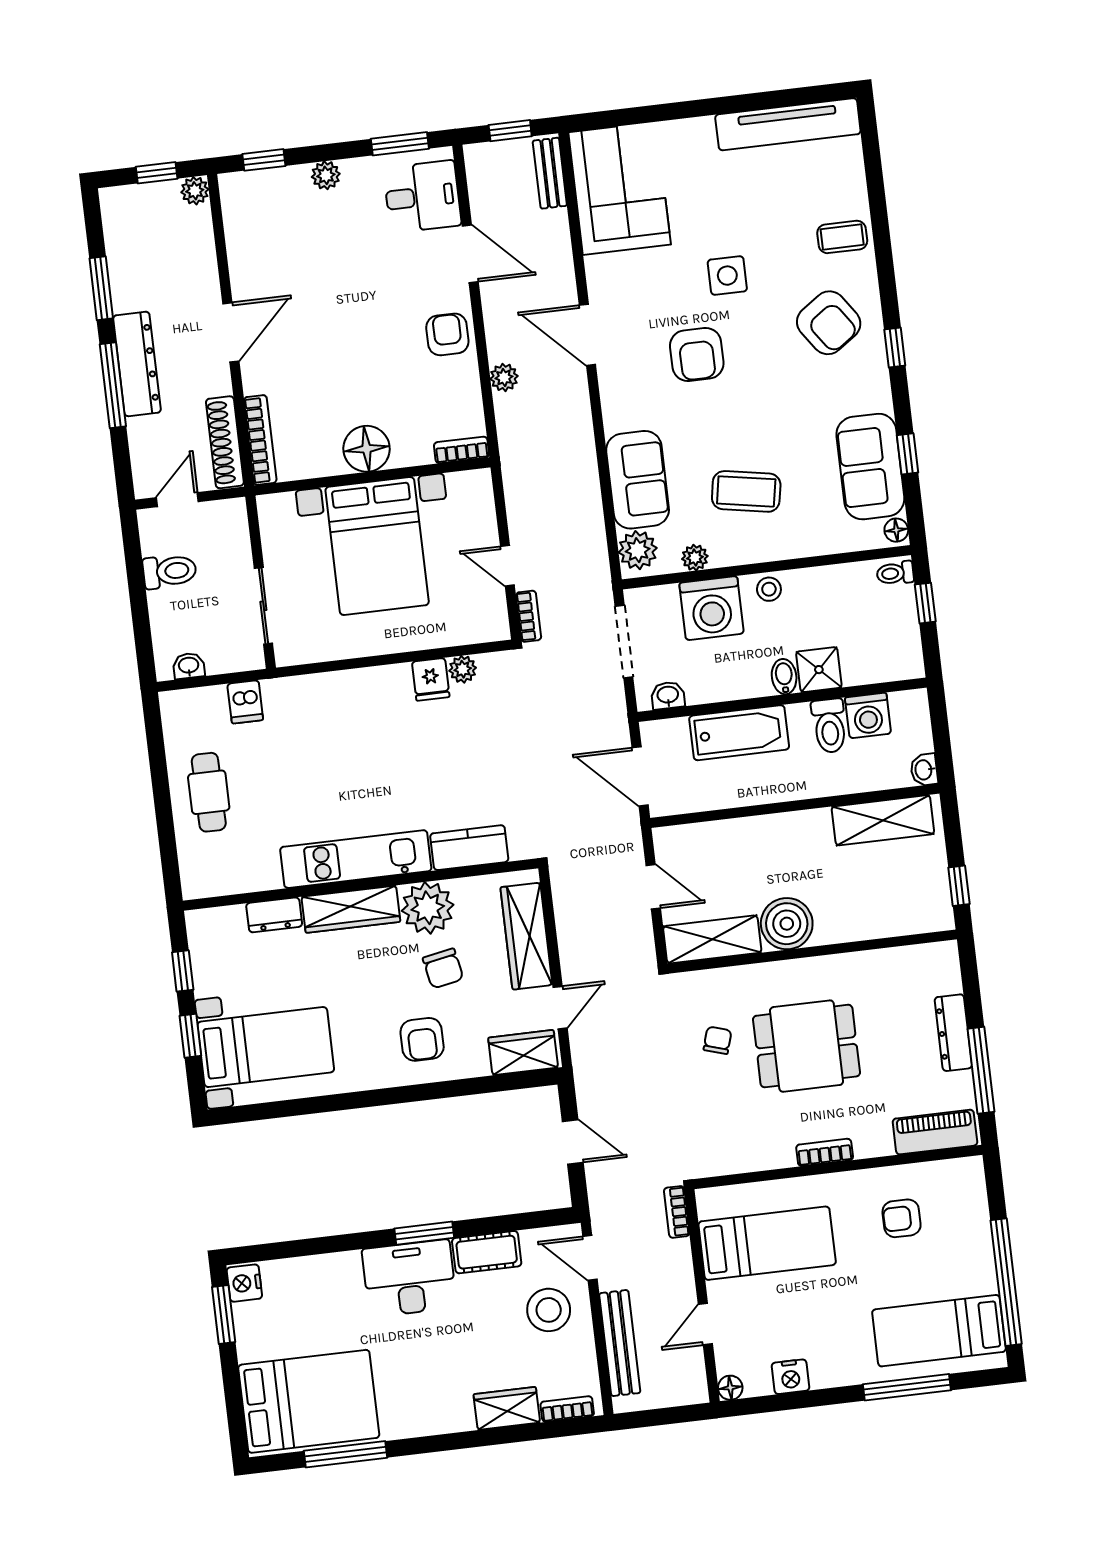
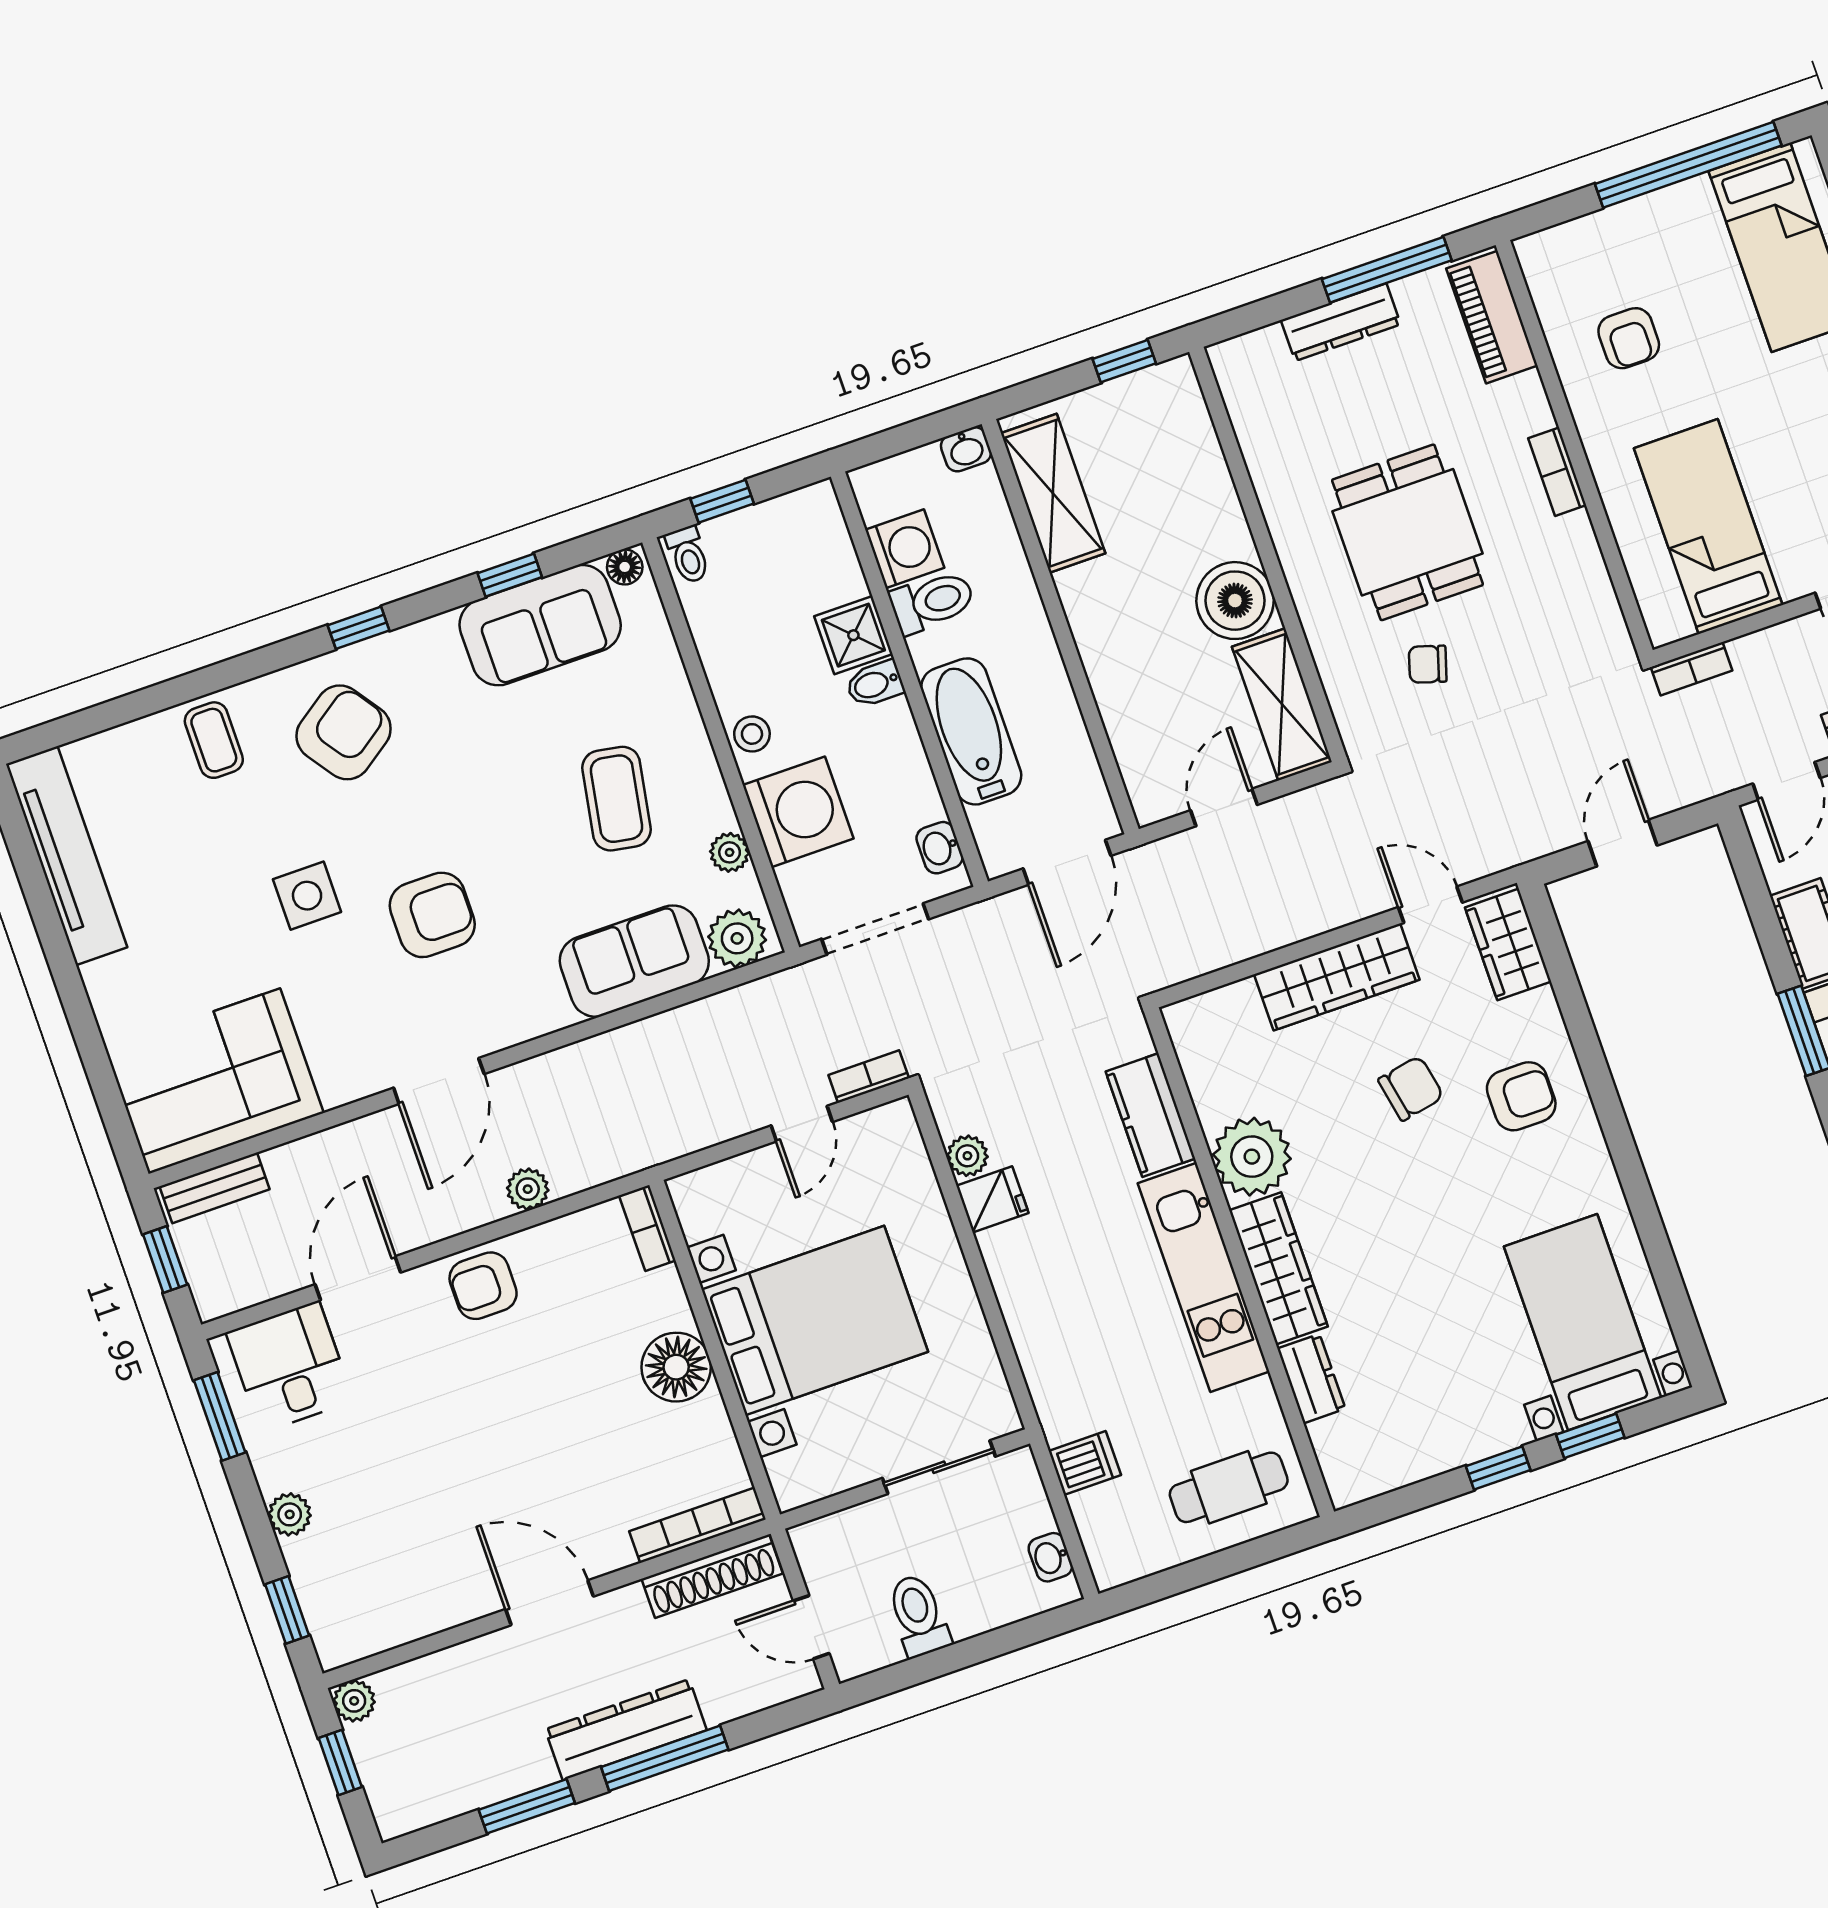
kitchen counter: (469, 848) -> (1150, 1115), moved
kitchen unit: (356, 859) -> (1204, 1277), moved
wall: (361, 884) -> (1239, 1262), moved
plant: (428, 908) -> (1252, 1157), moved
wardrobe: (351, 909) -> (1278, 1268), moved
dresser: (274, 915) -> (1311, 1379), moved

